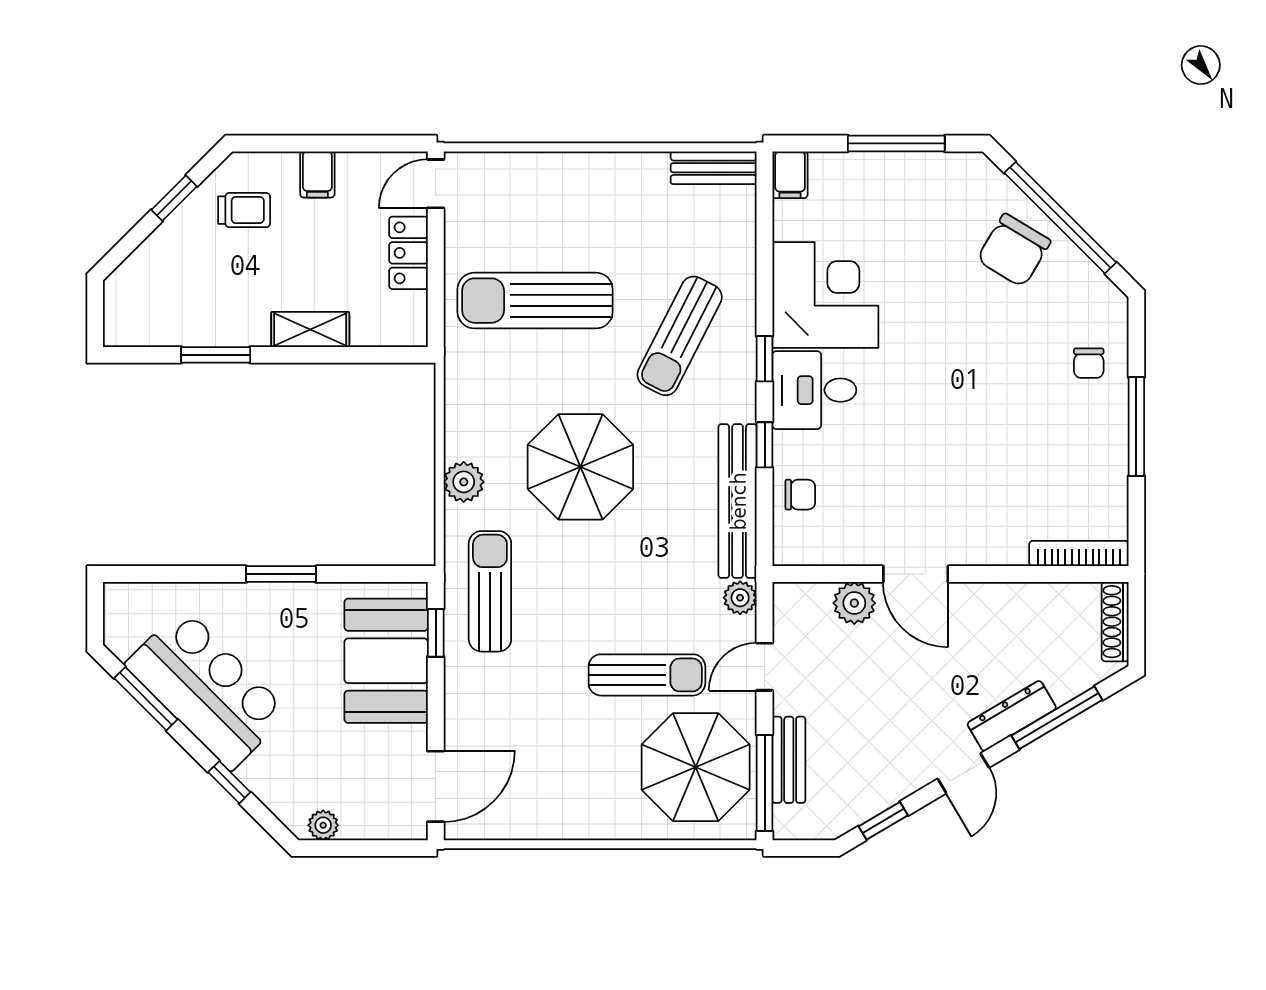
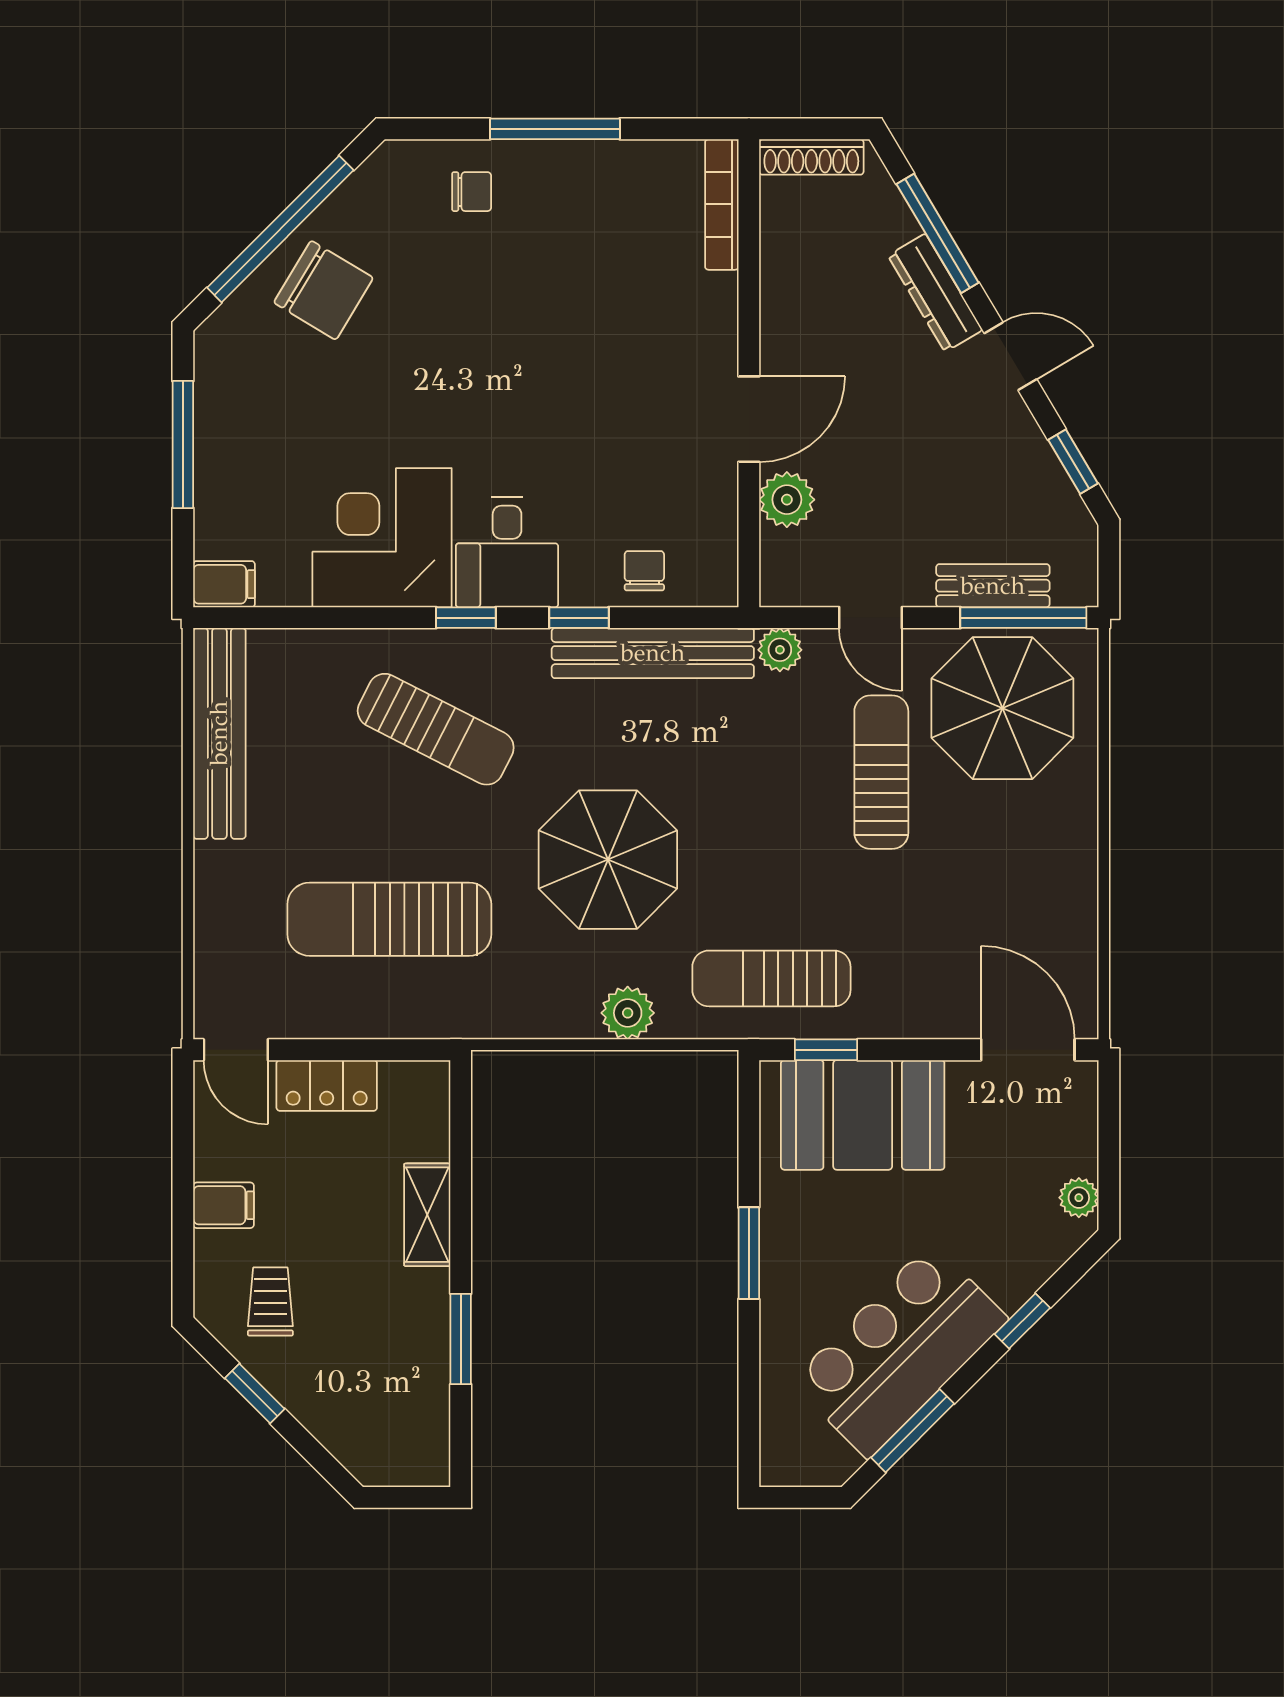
bench: (714, 168) -> (219, 733), width x1.86, depth x1.21
sun lounger: (535, 301) -> (389, 919), turned 90

